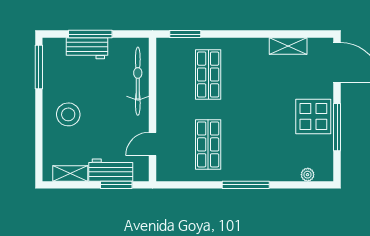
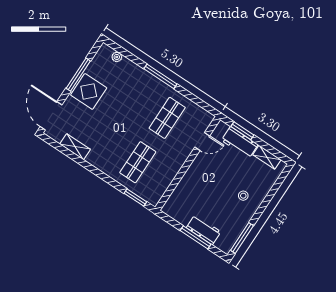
bicycle: (138, 81) -> (185, 187), removed
stool: (68, 114) -> (243, 196), width x0.53, depth x0.53

